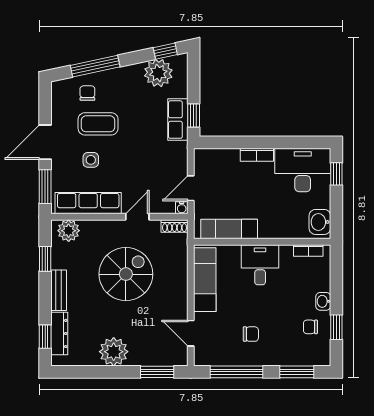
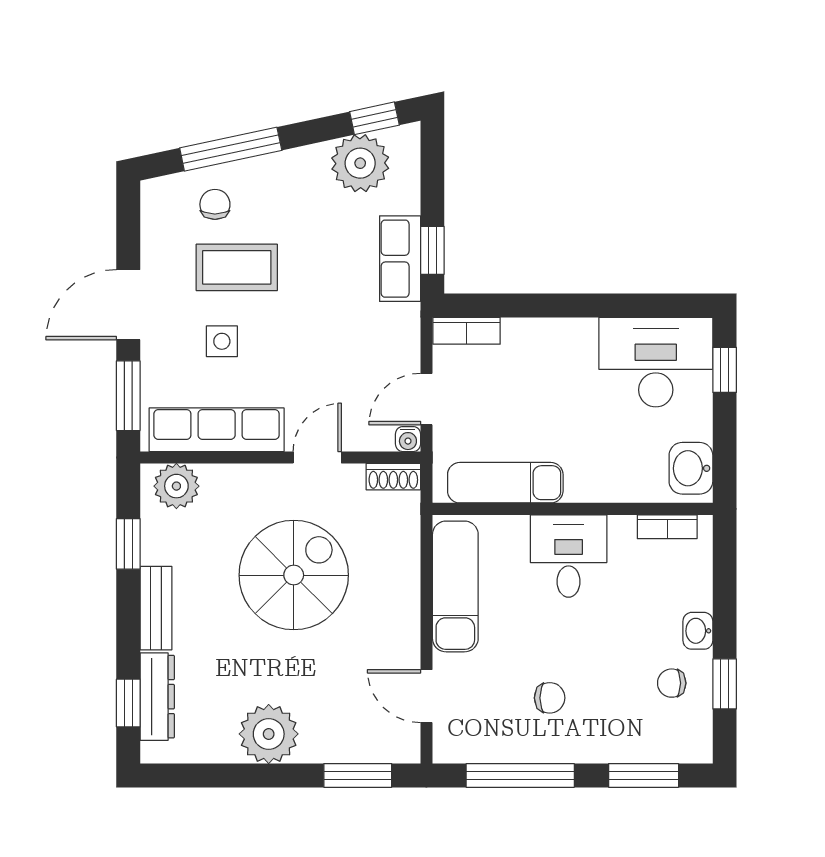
bookcase: (257, 155) -> (466, 331), moved

